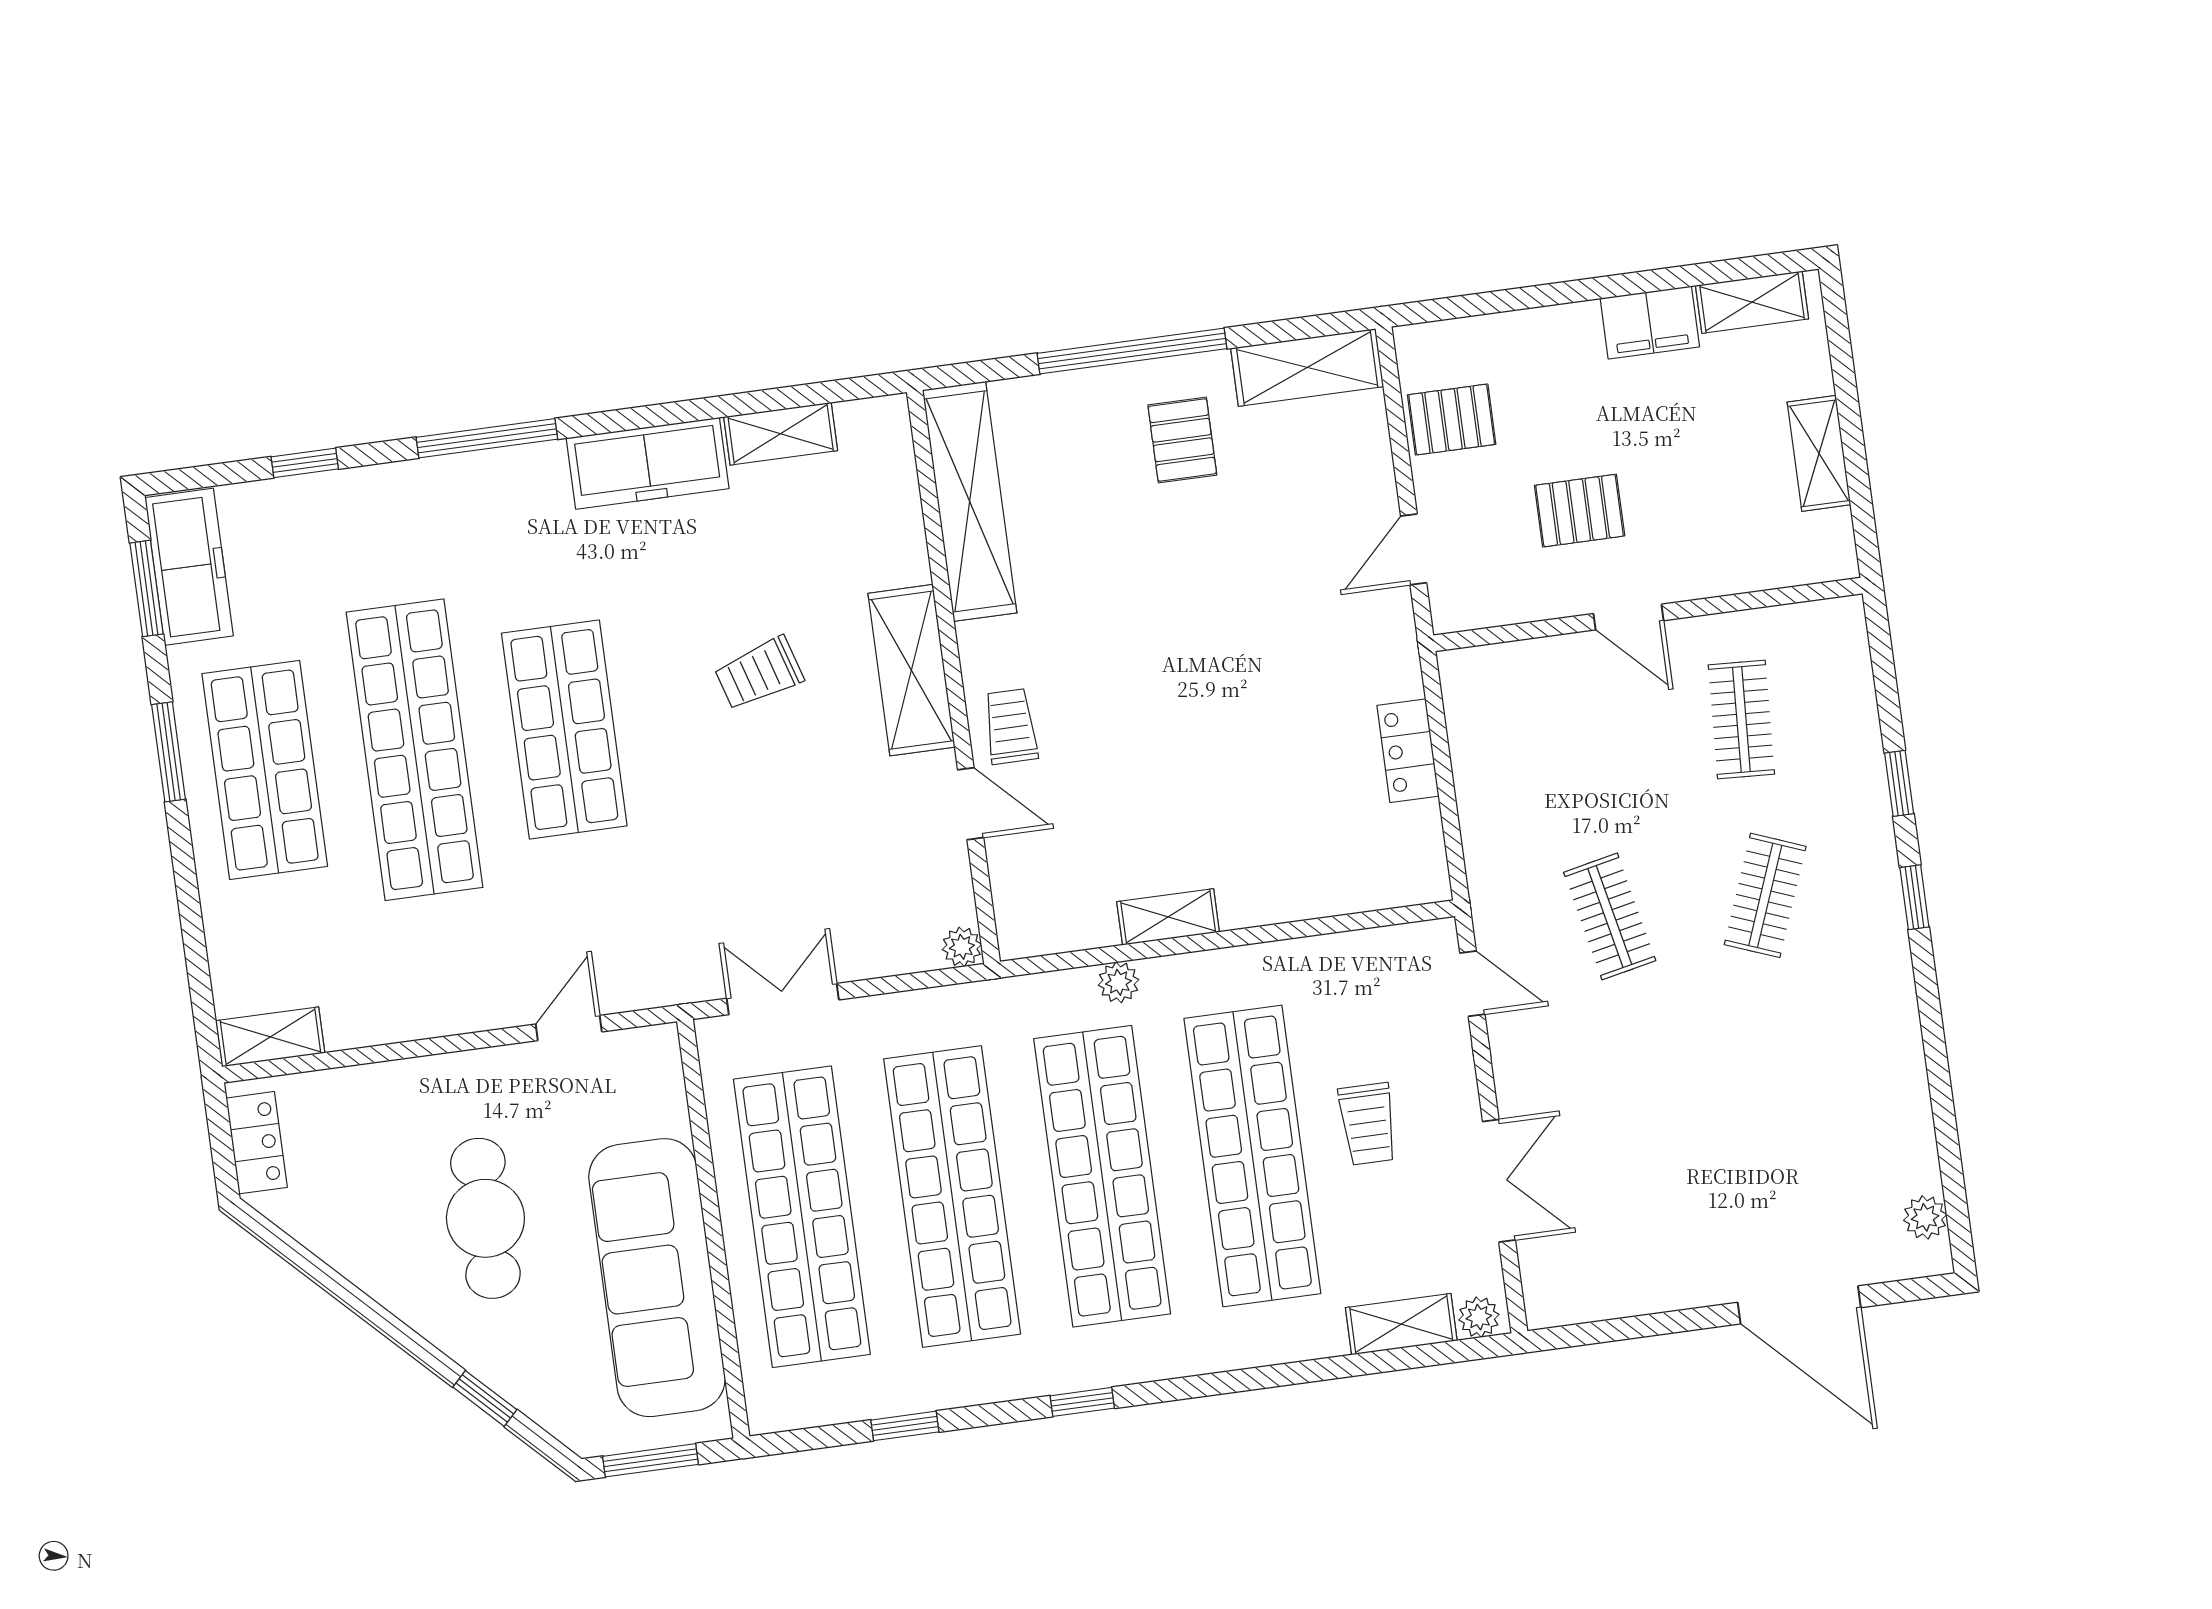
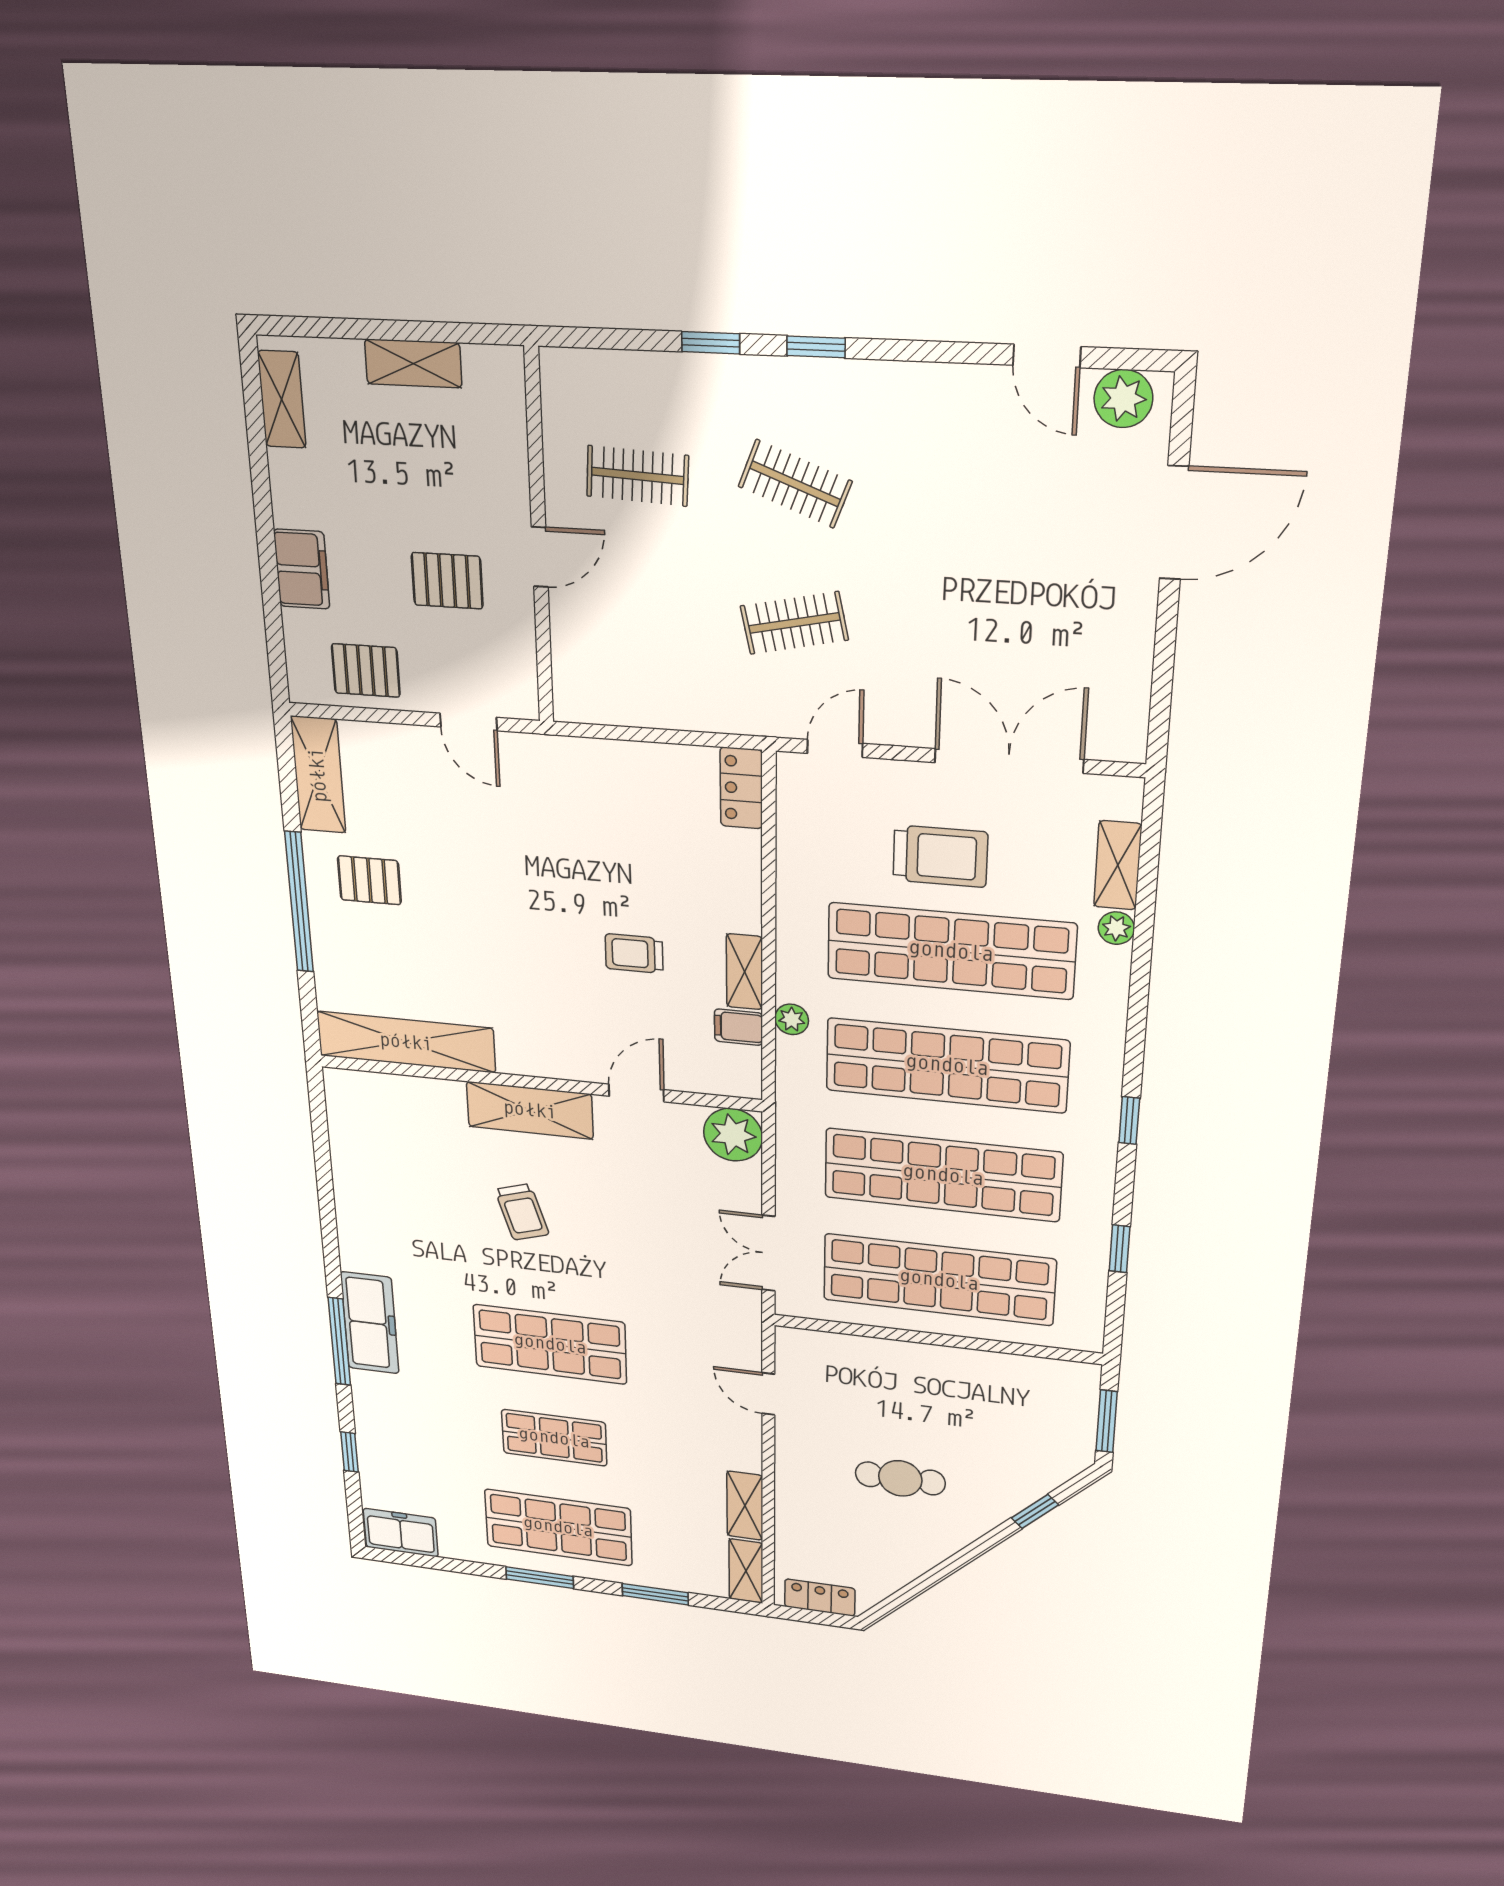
filing cabinet: (1650, 323) -> (302, 569), moved
pallet: (1452, 420) -> (366, 670), turned 90
shelving: (781, 434) -> (745, 1506), moved
freezer: (648, 463) -> (370, 1323), moved
pallet: (1580, 511) -> (447, 581), turned 90
freezer: (189, 567) -> (401, 1533), width x0.71
window: (146, 588) -> (655, 1594), moved
trolley: (1011, 726) -> (634, 954), moved
shop shelf: (415, 750) -> (554, 1438), width x0.50, depth x0.74
locker: (1408, 751) -> (741, 788), moved, turned 90
filing cabinet: (1092, 919) -> (738, 1027), added
plant: (962, 947) -> (733, 1135), width x1.88, depth x1.88
trolley: (1368, 1124) -> (940, 856), width x1.36, depth x1.39
door: (1947, 1140) -> (1047, 356), added
double door: (1499, 1181) -> (1009, 761), width x1.37
plant: (1925, 1217) -> (1123, 399), width x1.38, depth x1.38
cafe table: (485, 1218) -> (900, 1478), width x0.73, depth x0.74
sofa: (657, 1278) -> (967, 1384), removed
plant: (1479, 1317) -> (1116, 928), moved

